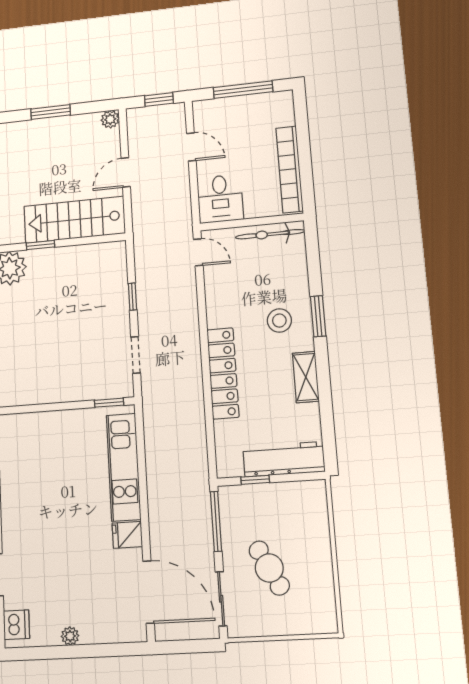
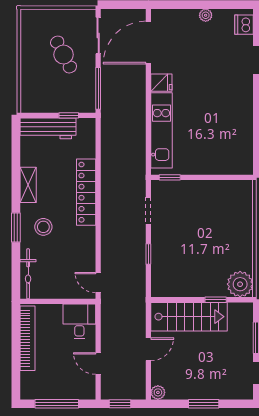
bicycle: (270, 234) -> (28, 274), moved, turned 90
door: (149, 592) -> (148, 43), hinge flipped

